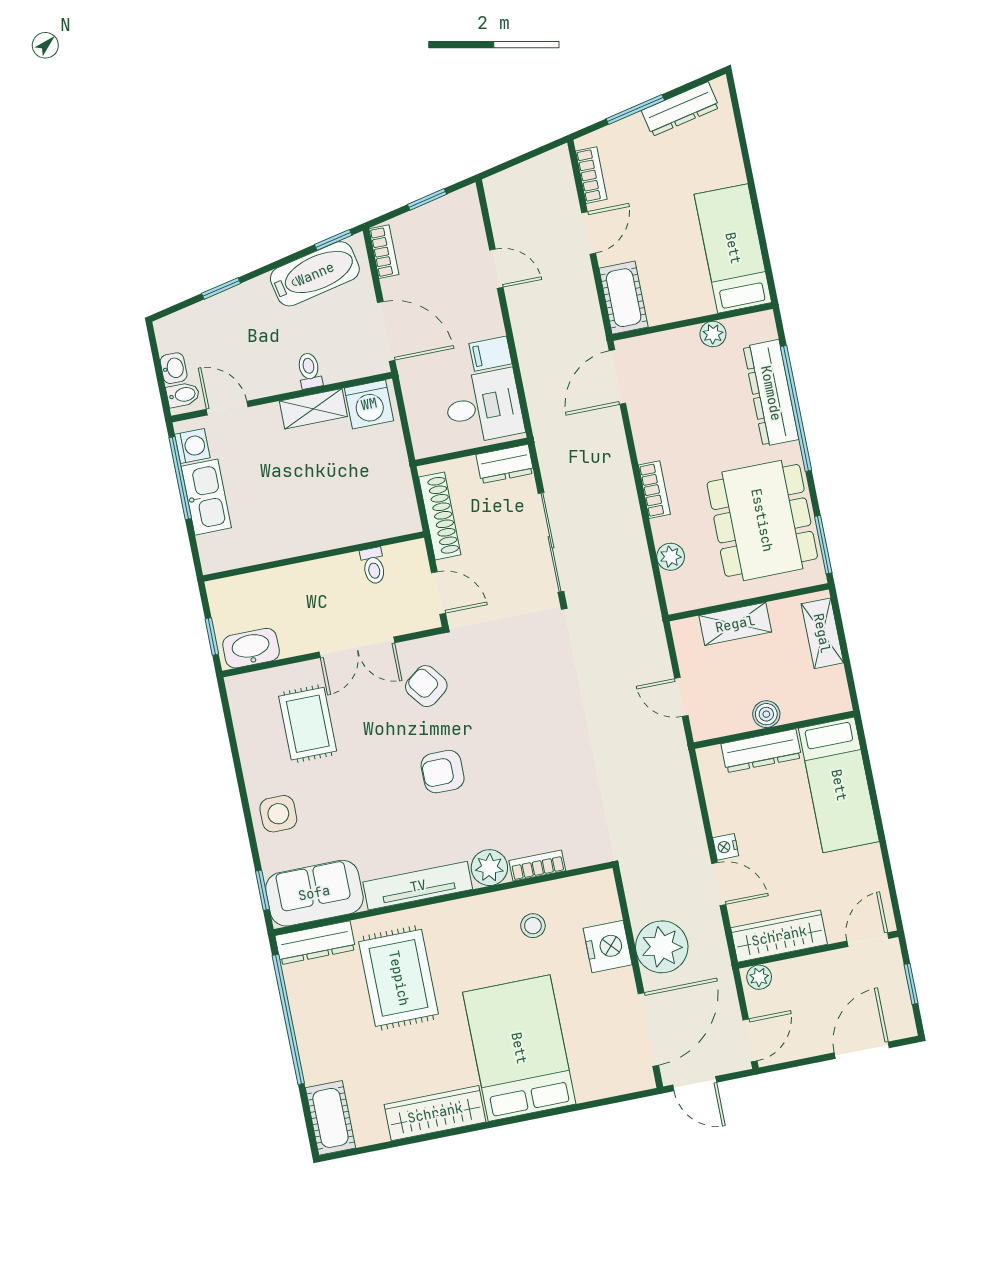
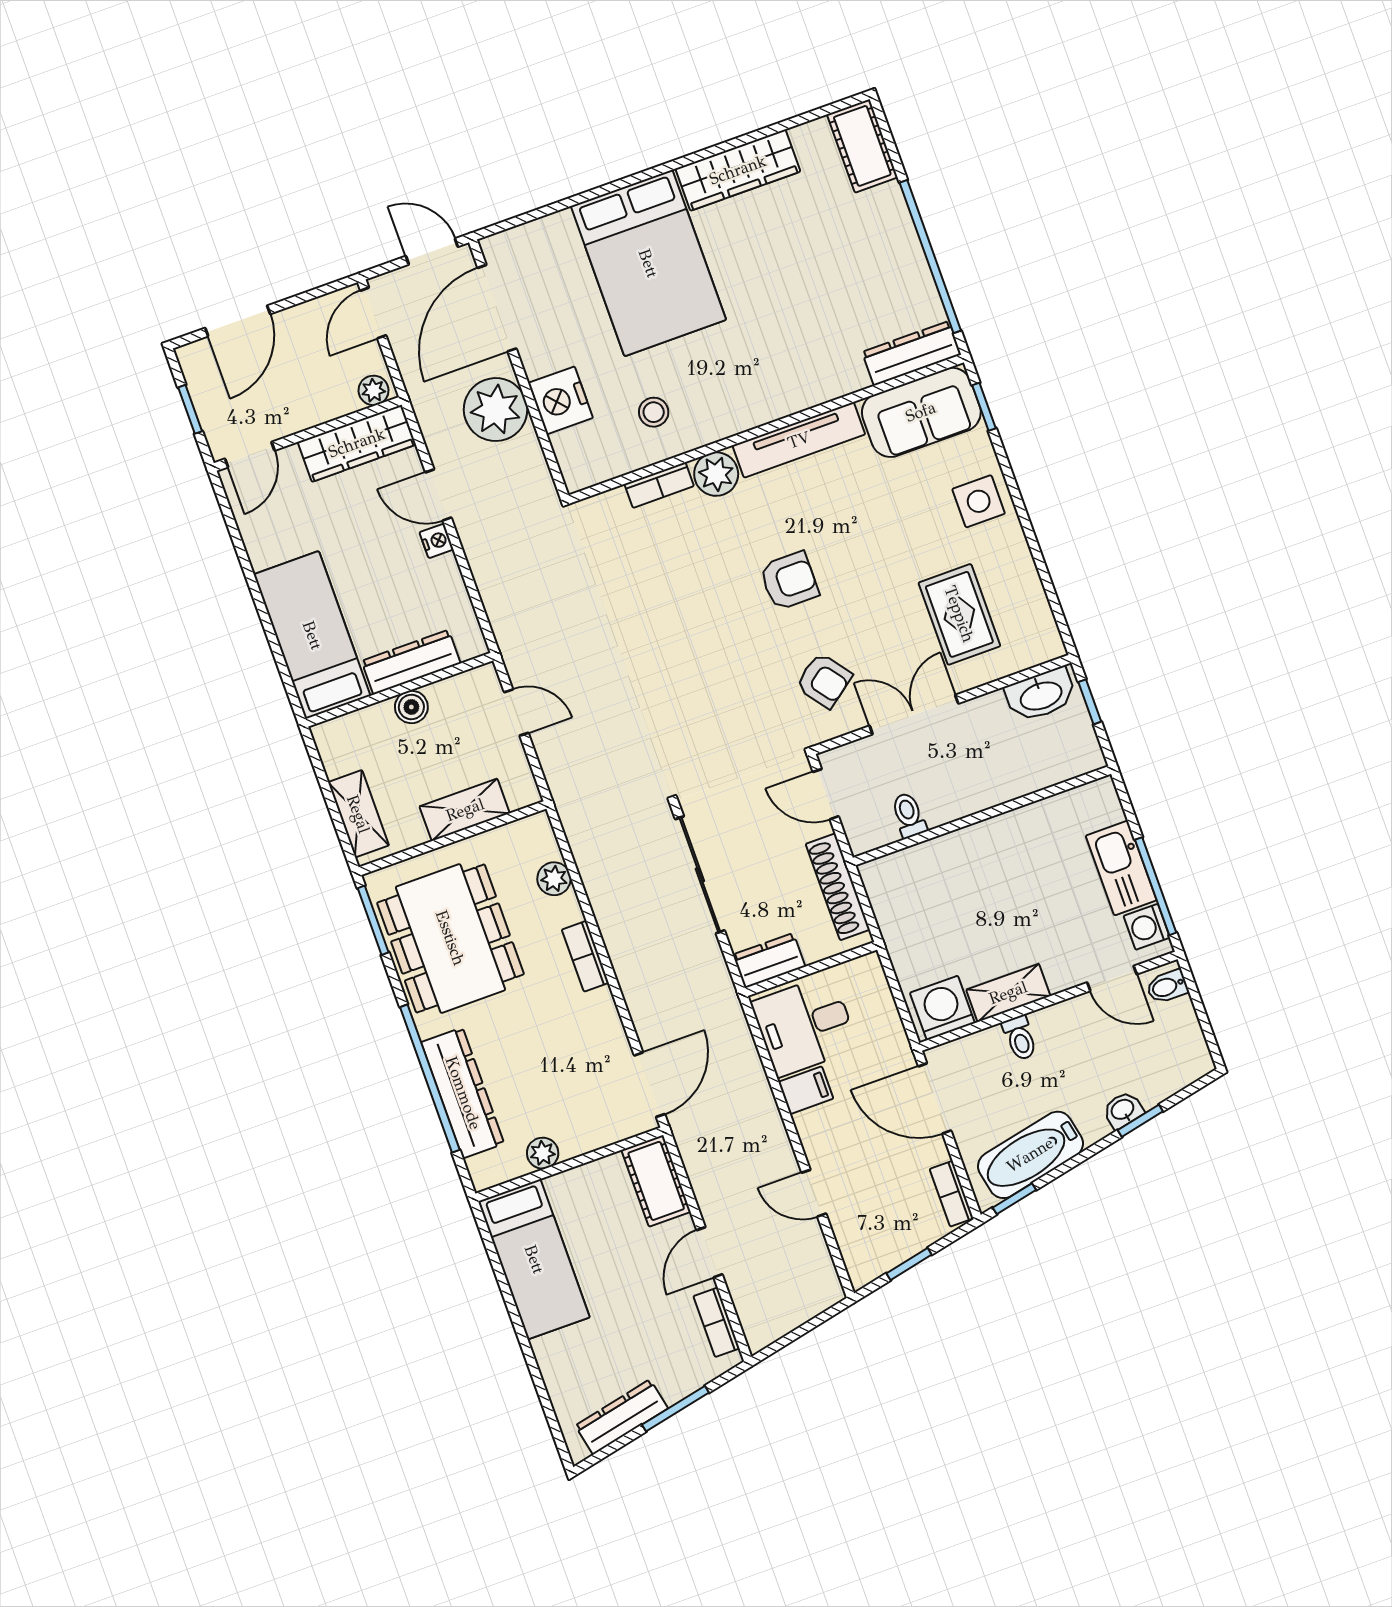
washbasin: (174, 368) -> (1123, 1110), moved, turned 78
rug: (399, 978) -> (806, 326), removed

